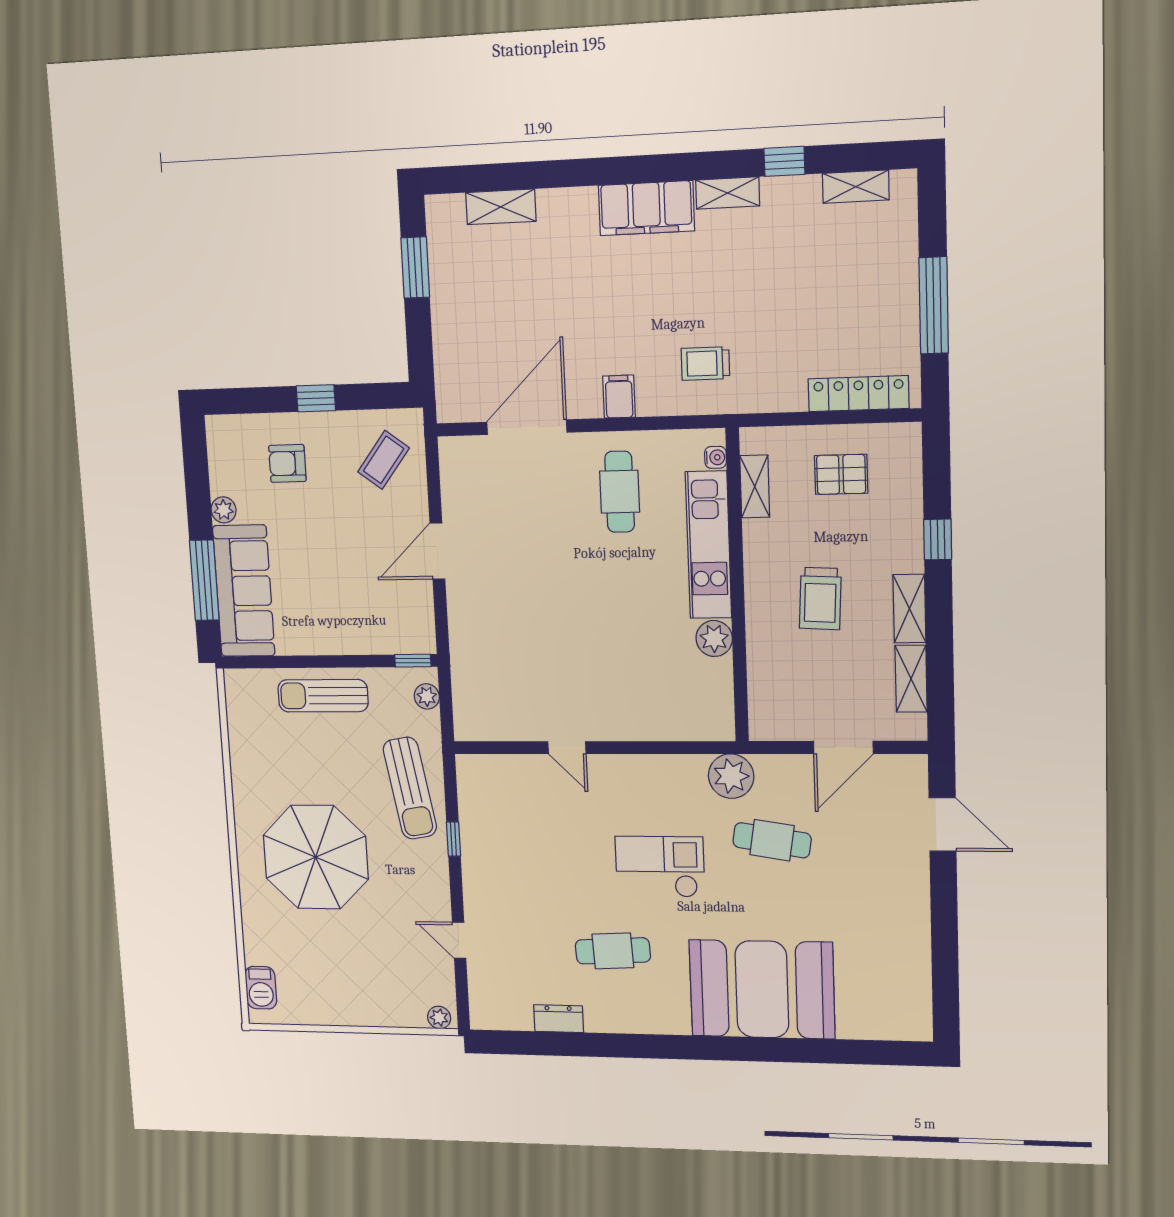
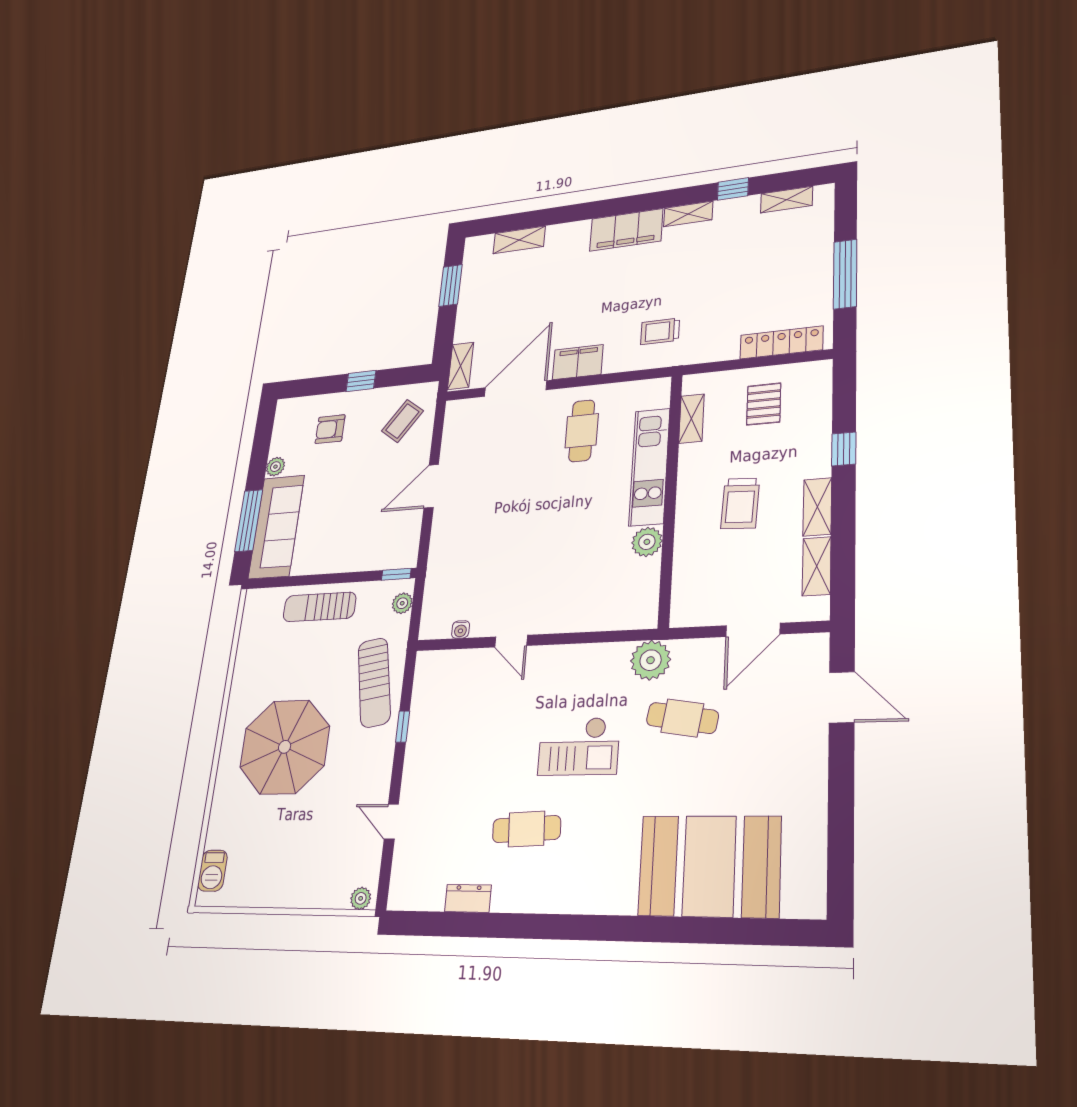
shelving: (449, 388) -> (461, 366), added
filing cabinet: (619, 397) -> (578, 362), width x2.00
water cooler: (716, 457) -> (461, 630), moved, turned 90
pallet: (841, 474) -> (764, 404), turned 90
checkout: (660, 867) -> (579, 746), turned 180
booth: (762, 989) -> (709, 866), moved

